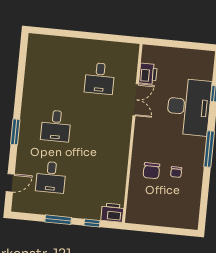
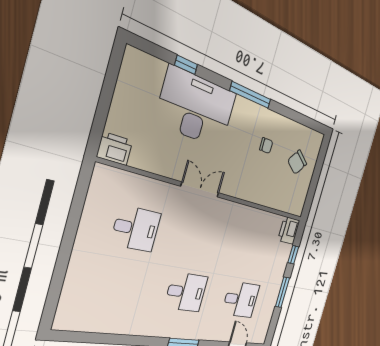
printer: (148, 74) -> (115, 149), moved
double door: (136, 100) -> (200, 190), moved
chair: (151, 171) -> (297, 162), moved, turned 128

